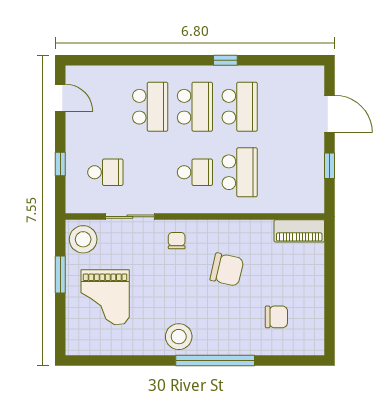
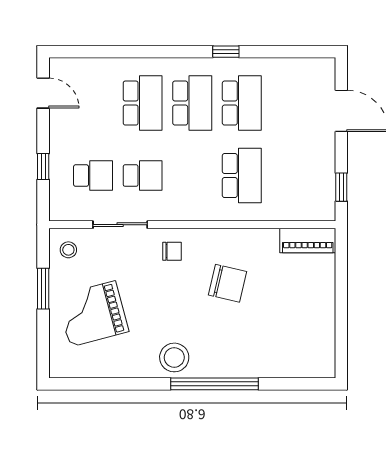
window: (330, 166) -> (341, 187), moved
school desk: (195, 172) -> (143, 176), moved
stool: (83, 239) -> (68, 250), width x0.53, depth x0.53
chair: (177, 241) -> (172, 251), turned 90
grand piano: (105, 297) -> (93, 314), turned 75
chair: (276, 317) -> (282, 336), removed

